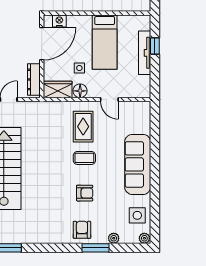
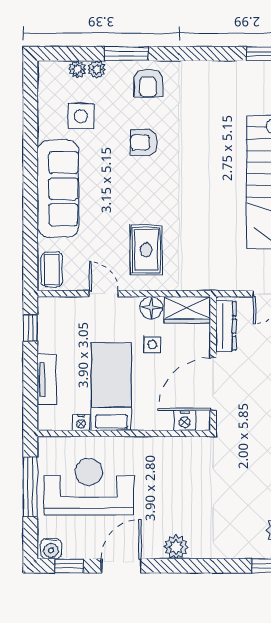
nightstand: (123, 20) -> (81, 423), added
window: (155, 46) -> (30, 328), moved
tv unit: (145, 53) -> (47, 379), width x0.71
coffee table: (84, 158) -> (52, 269), moved, turned 90
side table: (137, 215) -> (81, 116), moved
plant: (144, 238) -> (77, 69), moved

